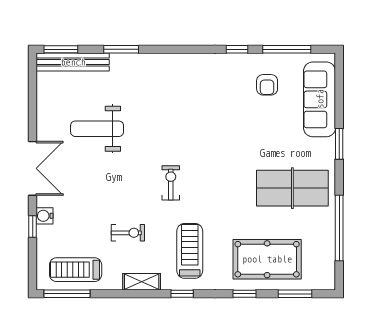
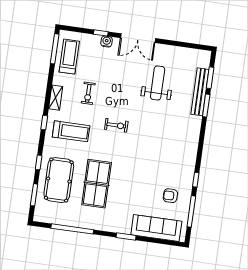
window: (61, 49) -> (210, 78), moved
bench: (73, 62) -> (200, 92), moved
table tennis table: (292, 188) -> (97, 184), moved

